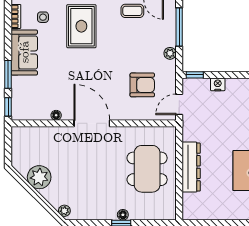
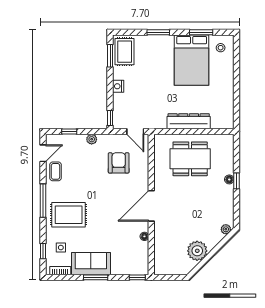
window: (179, 27) -> (69, 132), width x0.46
window: (8, 74) -> (96, 277), moved
nightstand: (218, 84) -> (118, 86), moved

